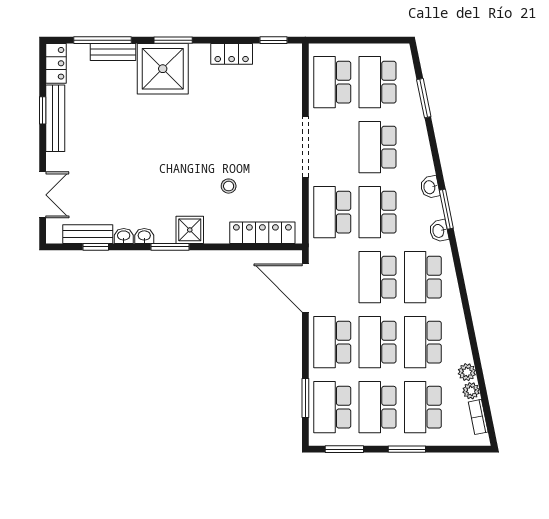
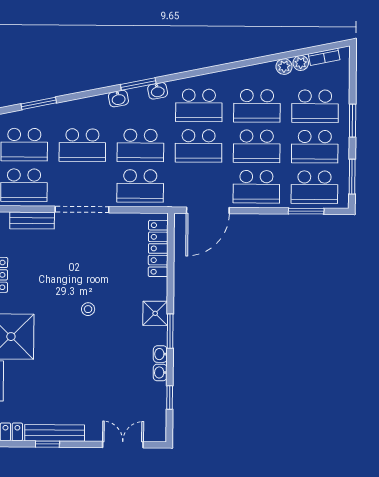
stool: (229, 186) -> (88, 309), moved
bench: (88, 234) -> (32, 221), moved, turned 90

